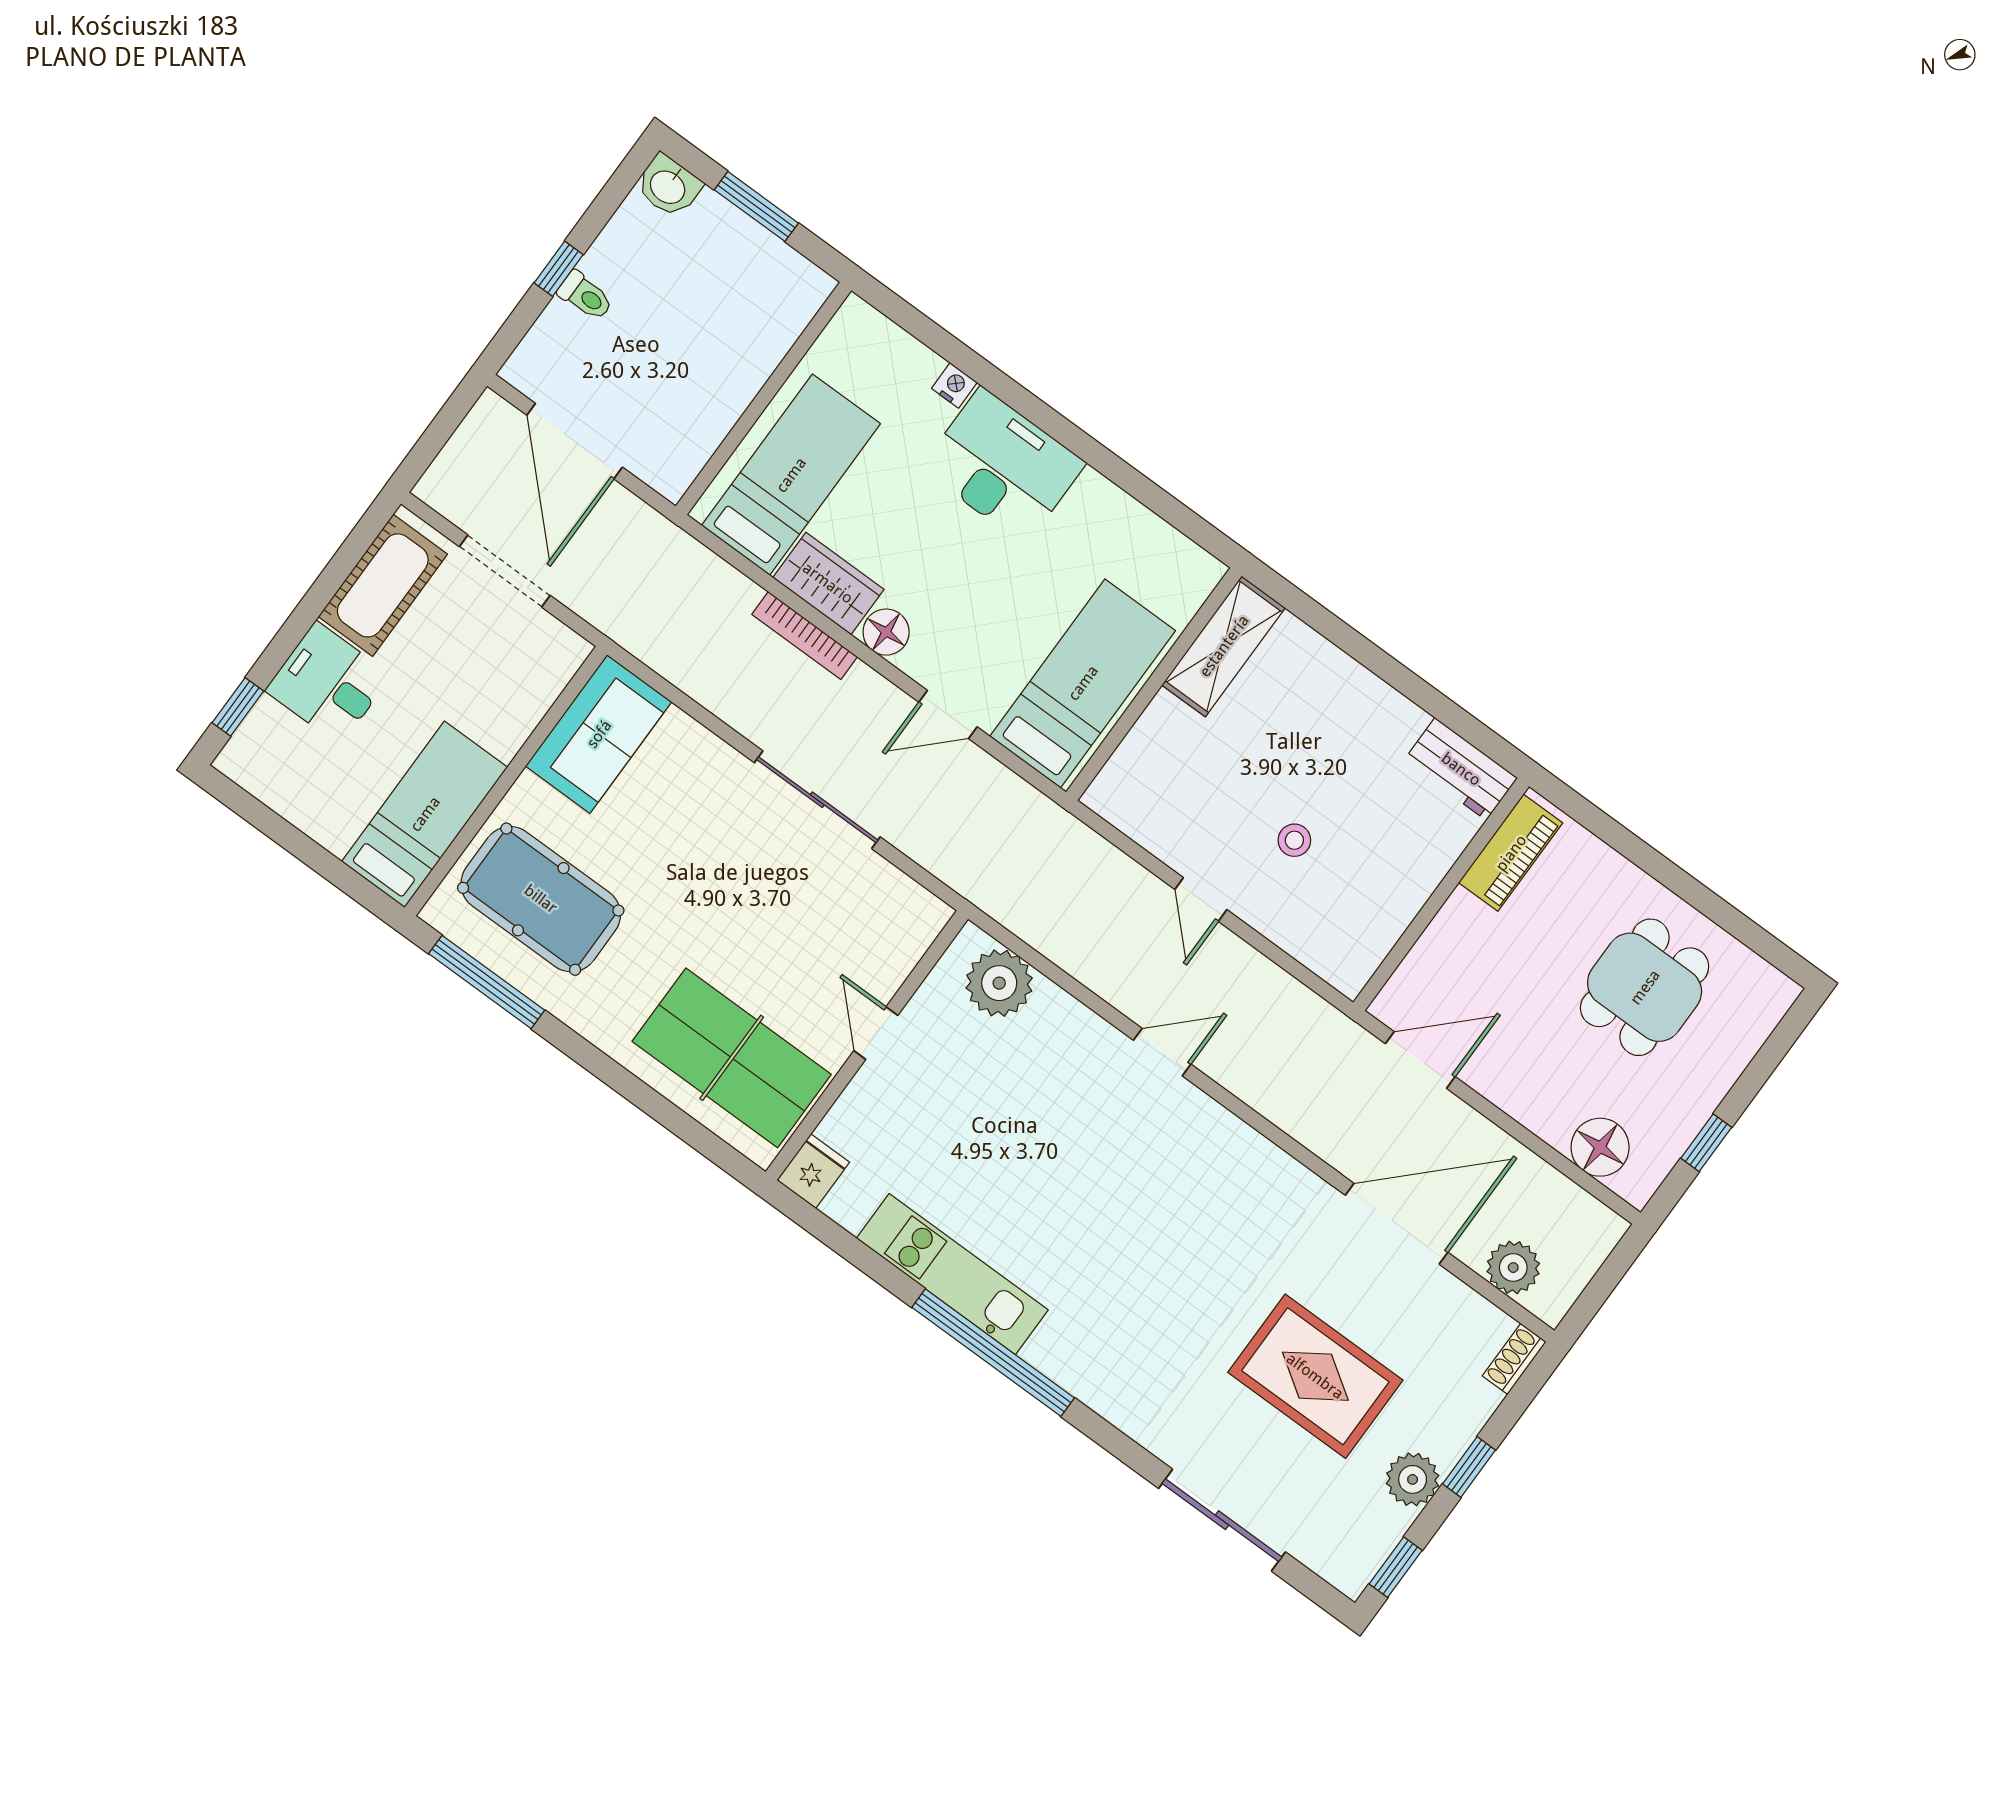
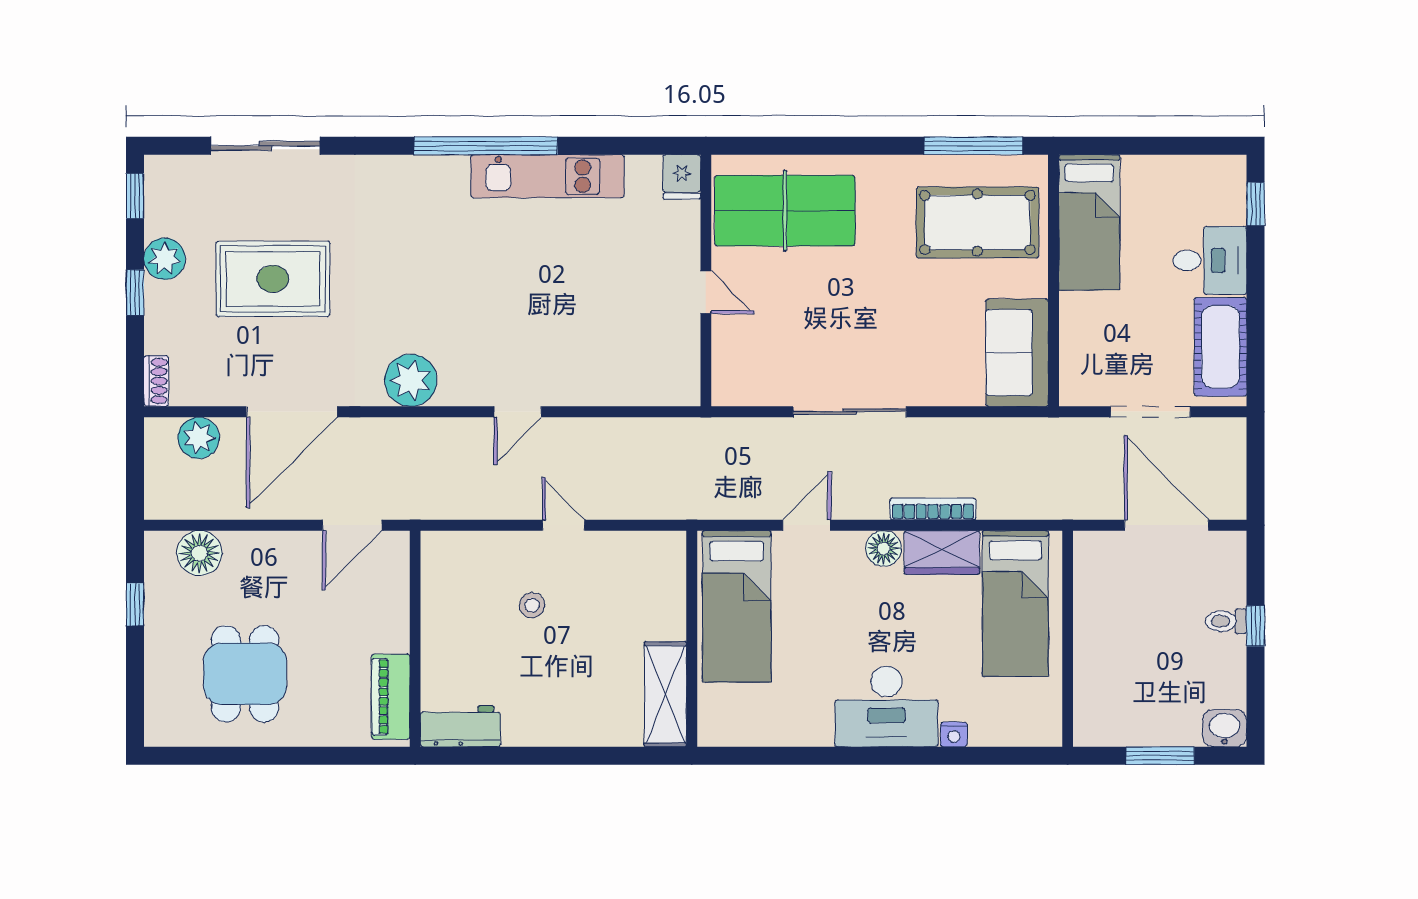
plant: (999, 983) -> (411, 380), moved

